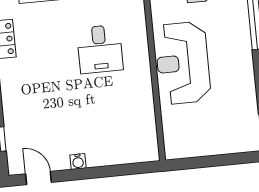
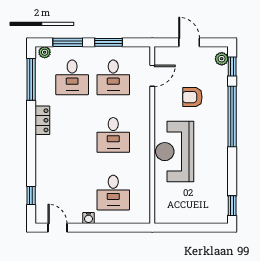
desk: (107, 125) -> (113, 193), added

